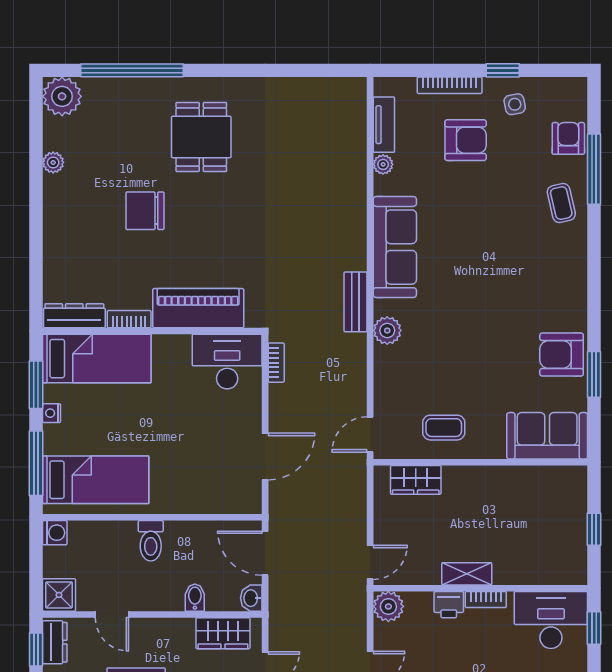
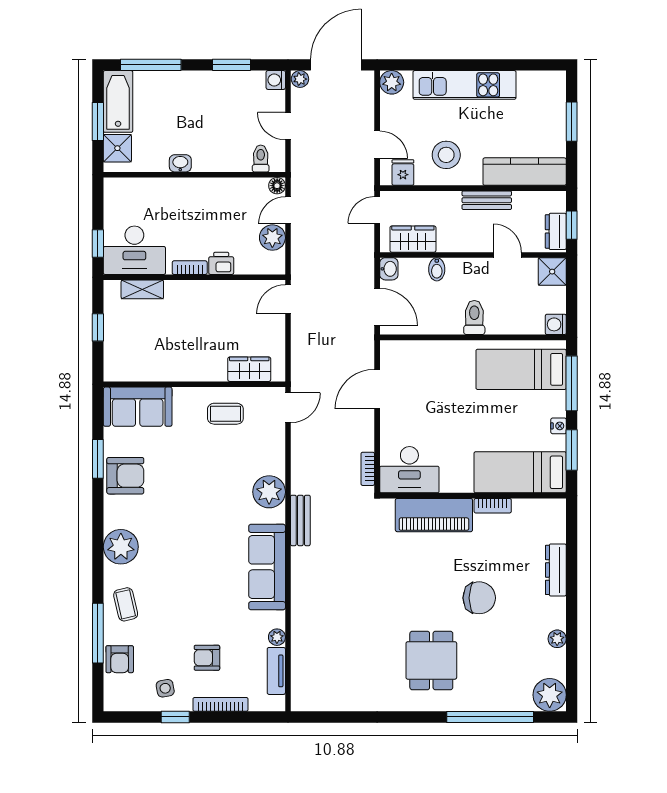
armchair: (466, 140) -> (207, 658), width x0.72, depth x0.72
plant: (567, 271) -> (121, 547), added
dresser: (74, 316) -> (556, 570), moved, turned 90
plant: (387, 330) -> (269, 492), width x1.36, depth x1.36
shelving: (467, 574) -> (142, 289), moved
plant: (388, 606) -> (272, 238), moved

